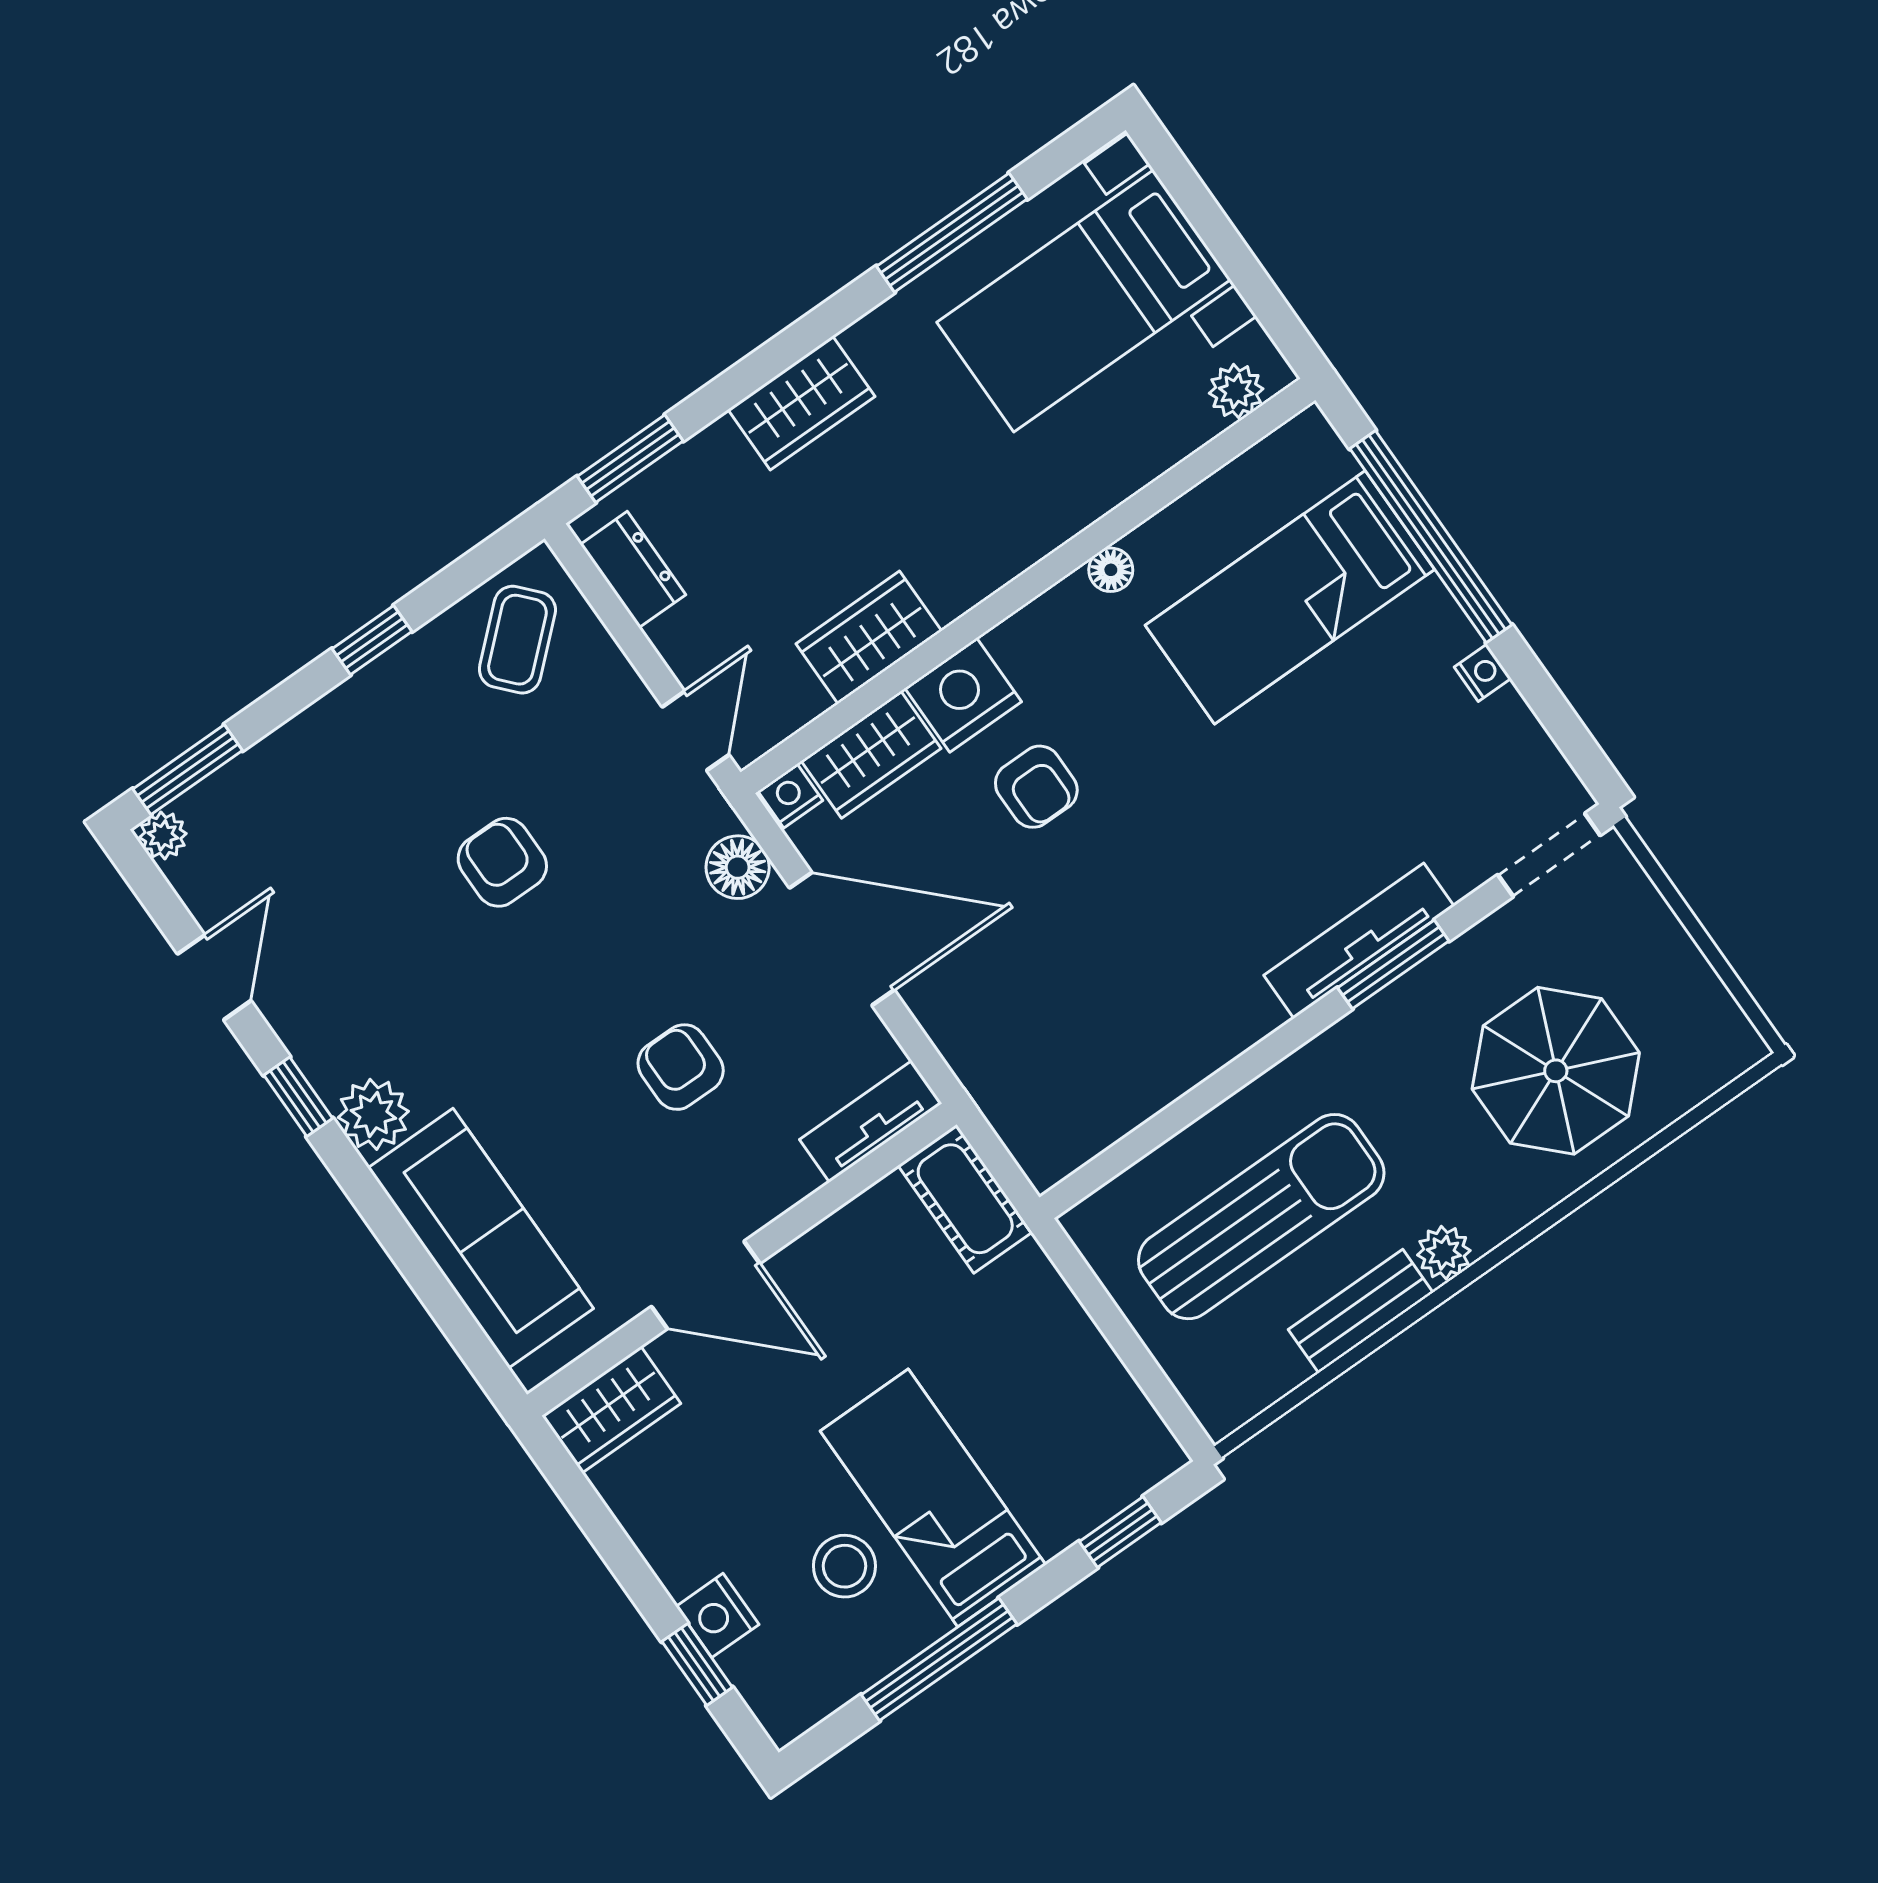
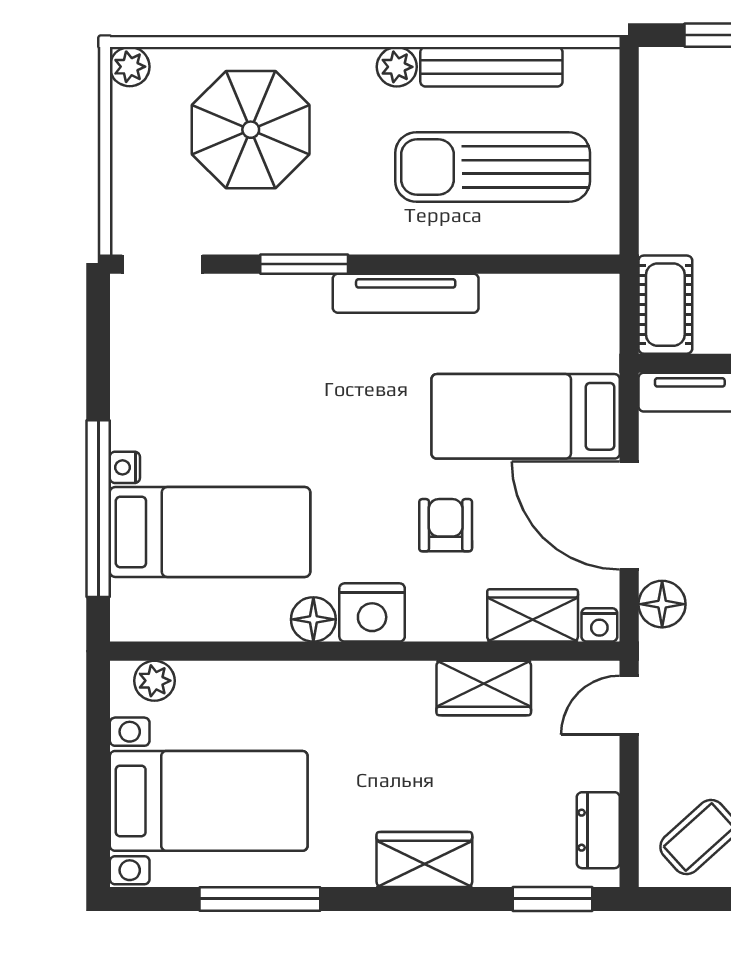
floor lamp: (1111, 570) -> (313, 619), width x1.37, depth x1.37
nightstand: (1483, 673) -> (125, 467), moved
nightstand: (963, 695) -> (372, 612), moved
tv unit: (1359, 941) -> (406, 293), moved
bed: (1032, 968) -> (526, 416), added
plant: (1737, 1047) -> (130, 67), added
bench: (1361, 1311) -> (491, 67), width x1.36

